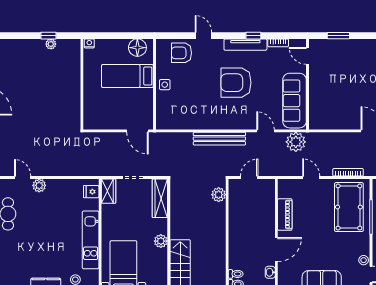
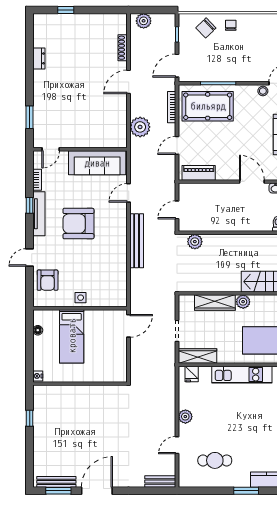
plant: (51, 44) -> (38, 416), removed
floor lamp: (137, 48) -> (38, 330), width x0.53, depth x0.53
armchair: (236, 83) -> (78, 224), turned 90
plant: (296, 142) -> (140, 127), moved
door: (249, 177) -> (177, 210), hinge flipped
plant: (39, 185) -> (185, 417), moved
wardrobe: (108, 191) -> (197, 356), width x1.50
wardrobe: (160, 198) -> (215, 303), moved
piano: (285, 215) -> (199, 173), moved

